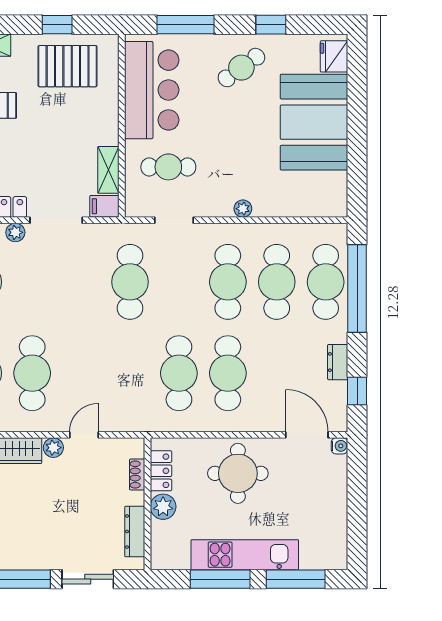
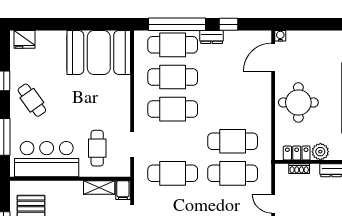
booth: (314, 122) -> (99, 53), moved
plant: (243, 209) -> (125, 99), removed
dresser: (338, 362) -> (212, 37), moved
cafe table: (228, 373) -> (233, 173), moved
window: (357, 391) -> (229, 24), moved

